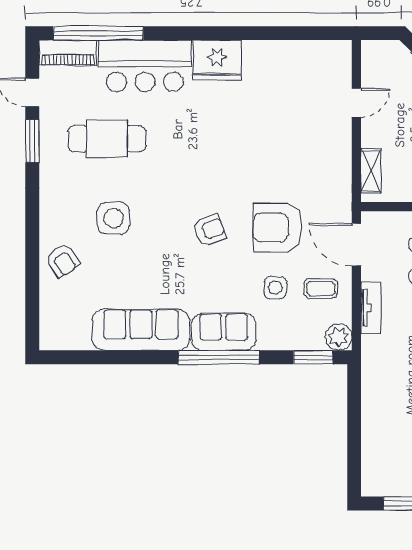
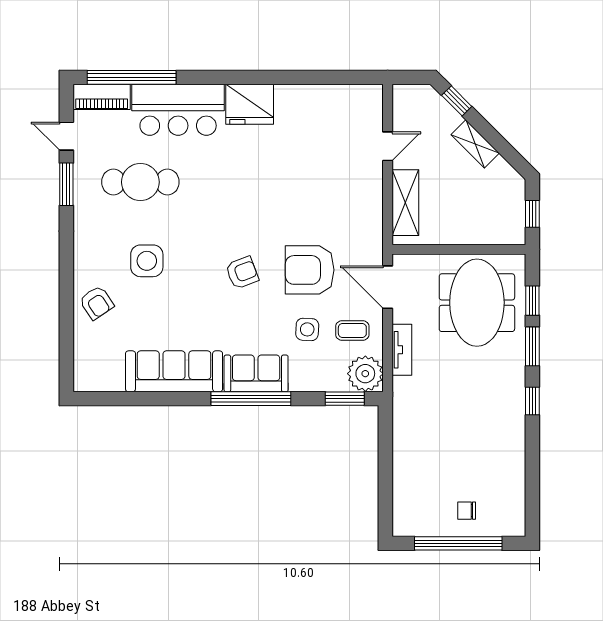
shelving: (371, 171) -> (405, 203), width x1.50, depth x1.33
plant: (339, 337) -> (365, 374), width x1.36, depth x1.36

